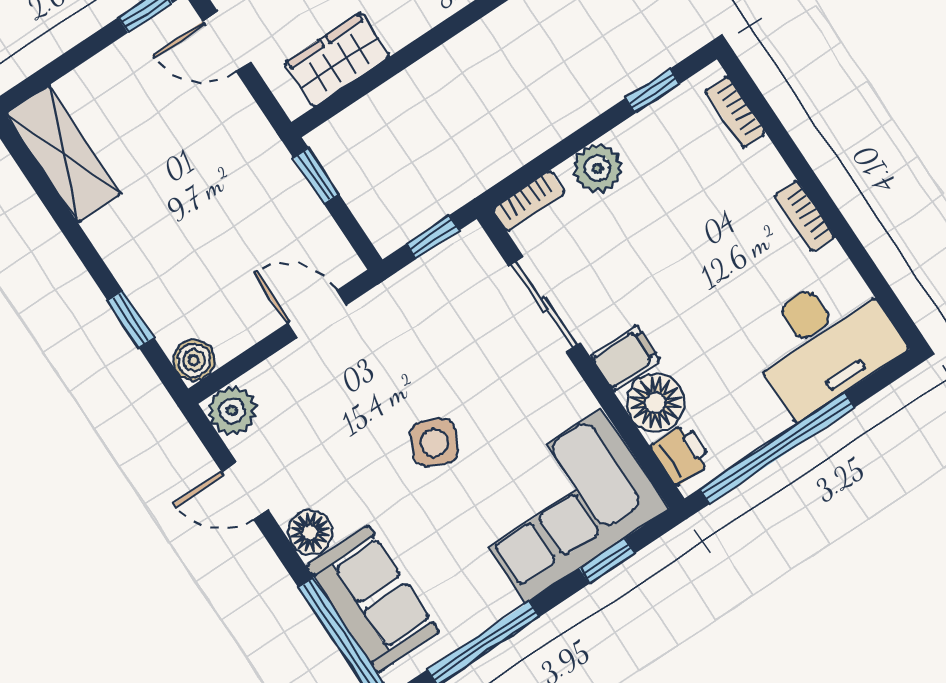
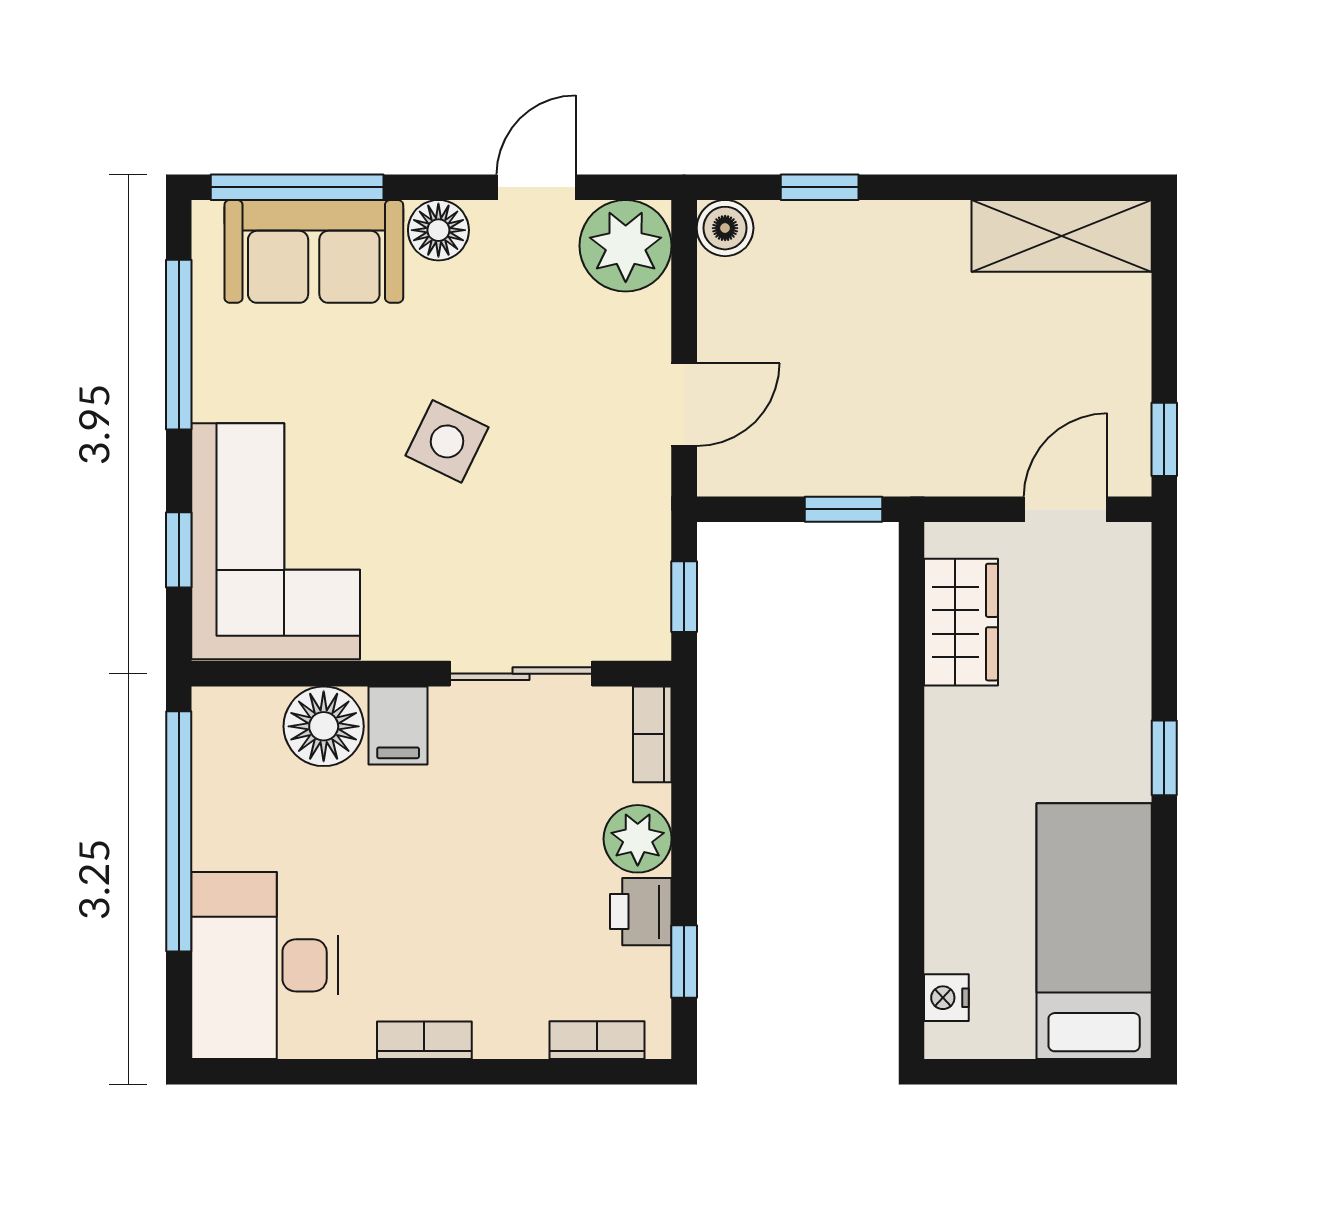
plant: (232, 411) -> (626, 246), width x1.36, depth x1.36
printer: (682, 454) -> (641, 912), moved, turned 90

